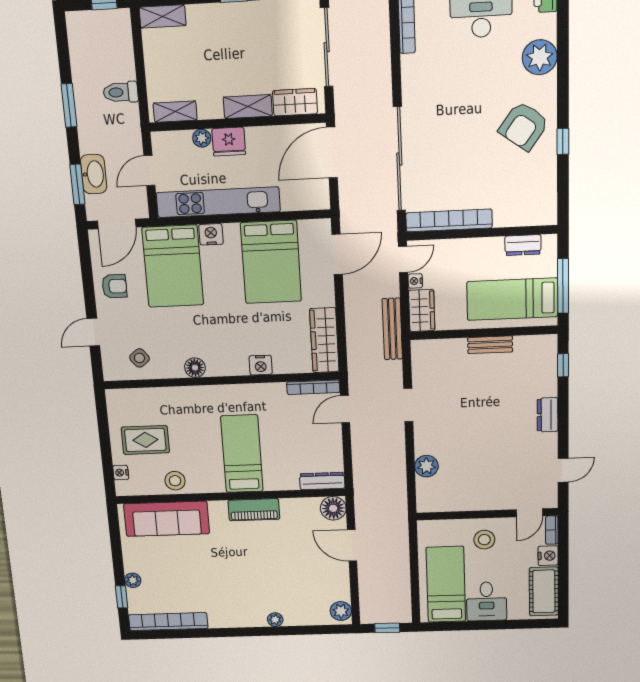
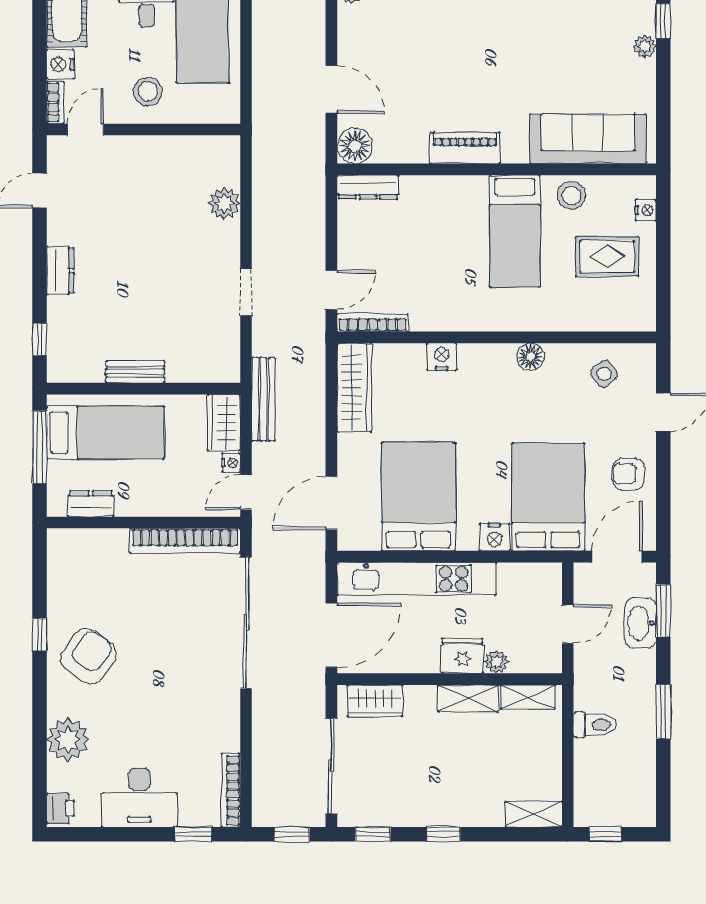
shelving: (248, 107) -> (468, 698), moved
kitchen unit: (218, 202) -> (417, 579), moved
bed: (242, 454) -> (515, 231), moved

